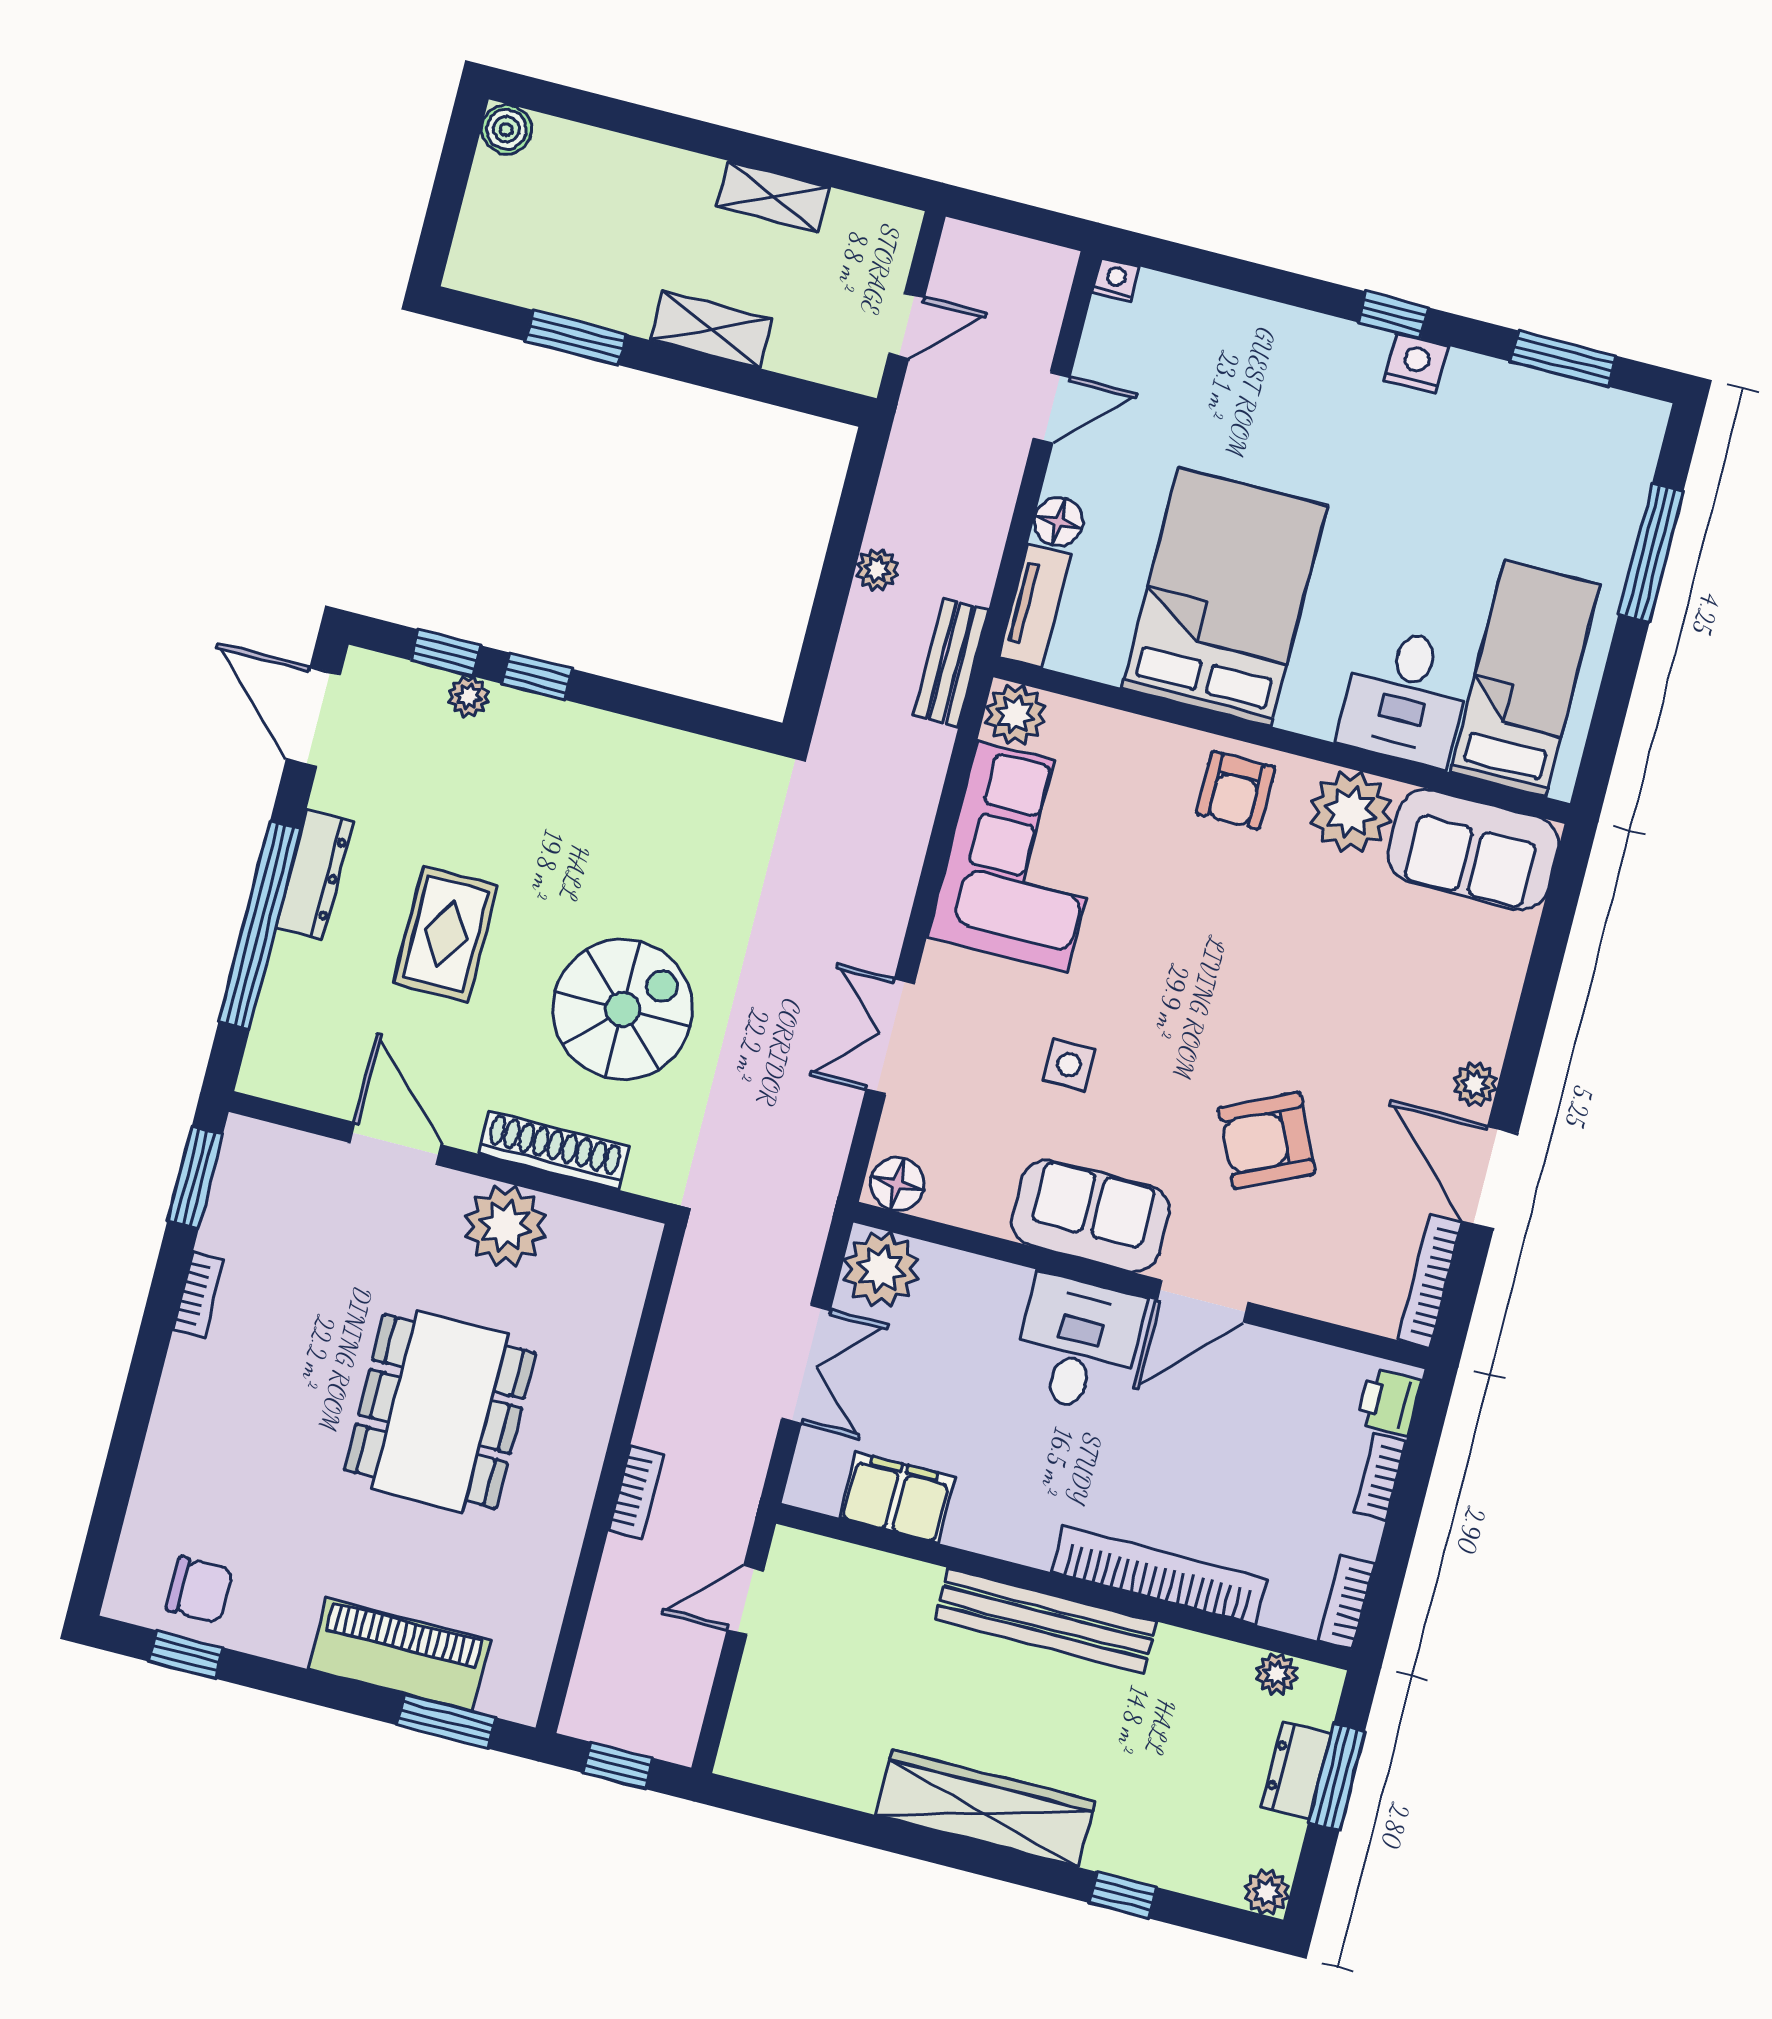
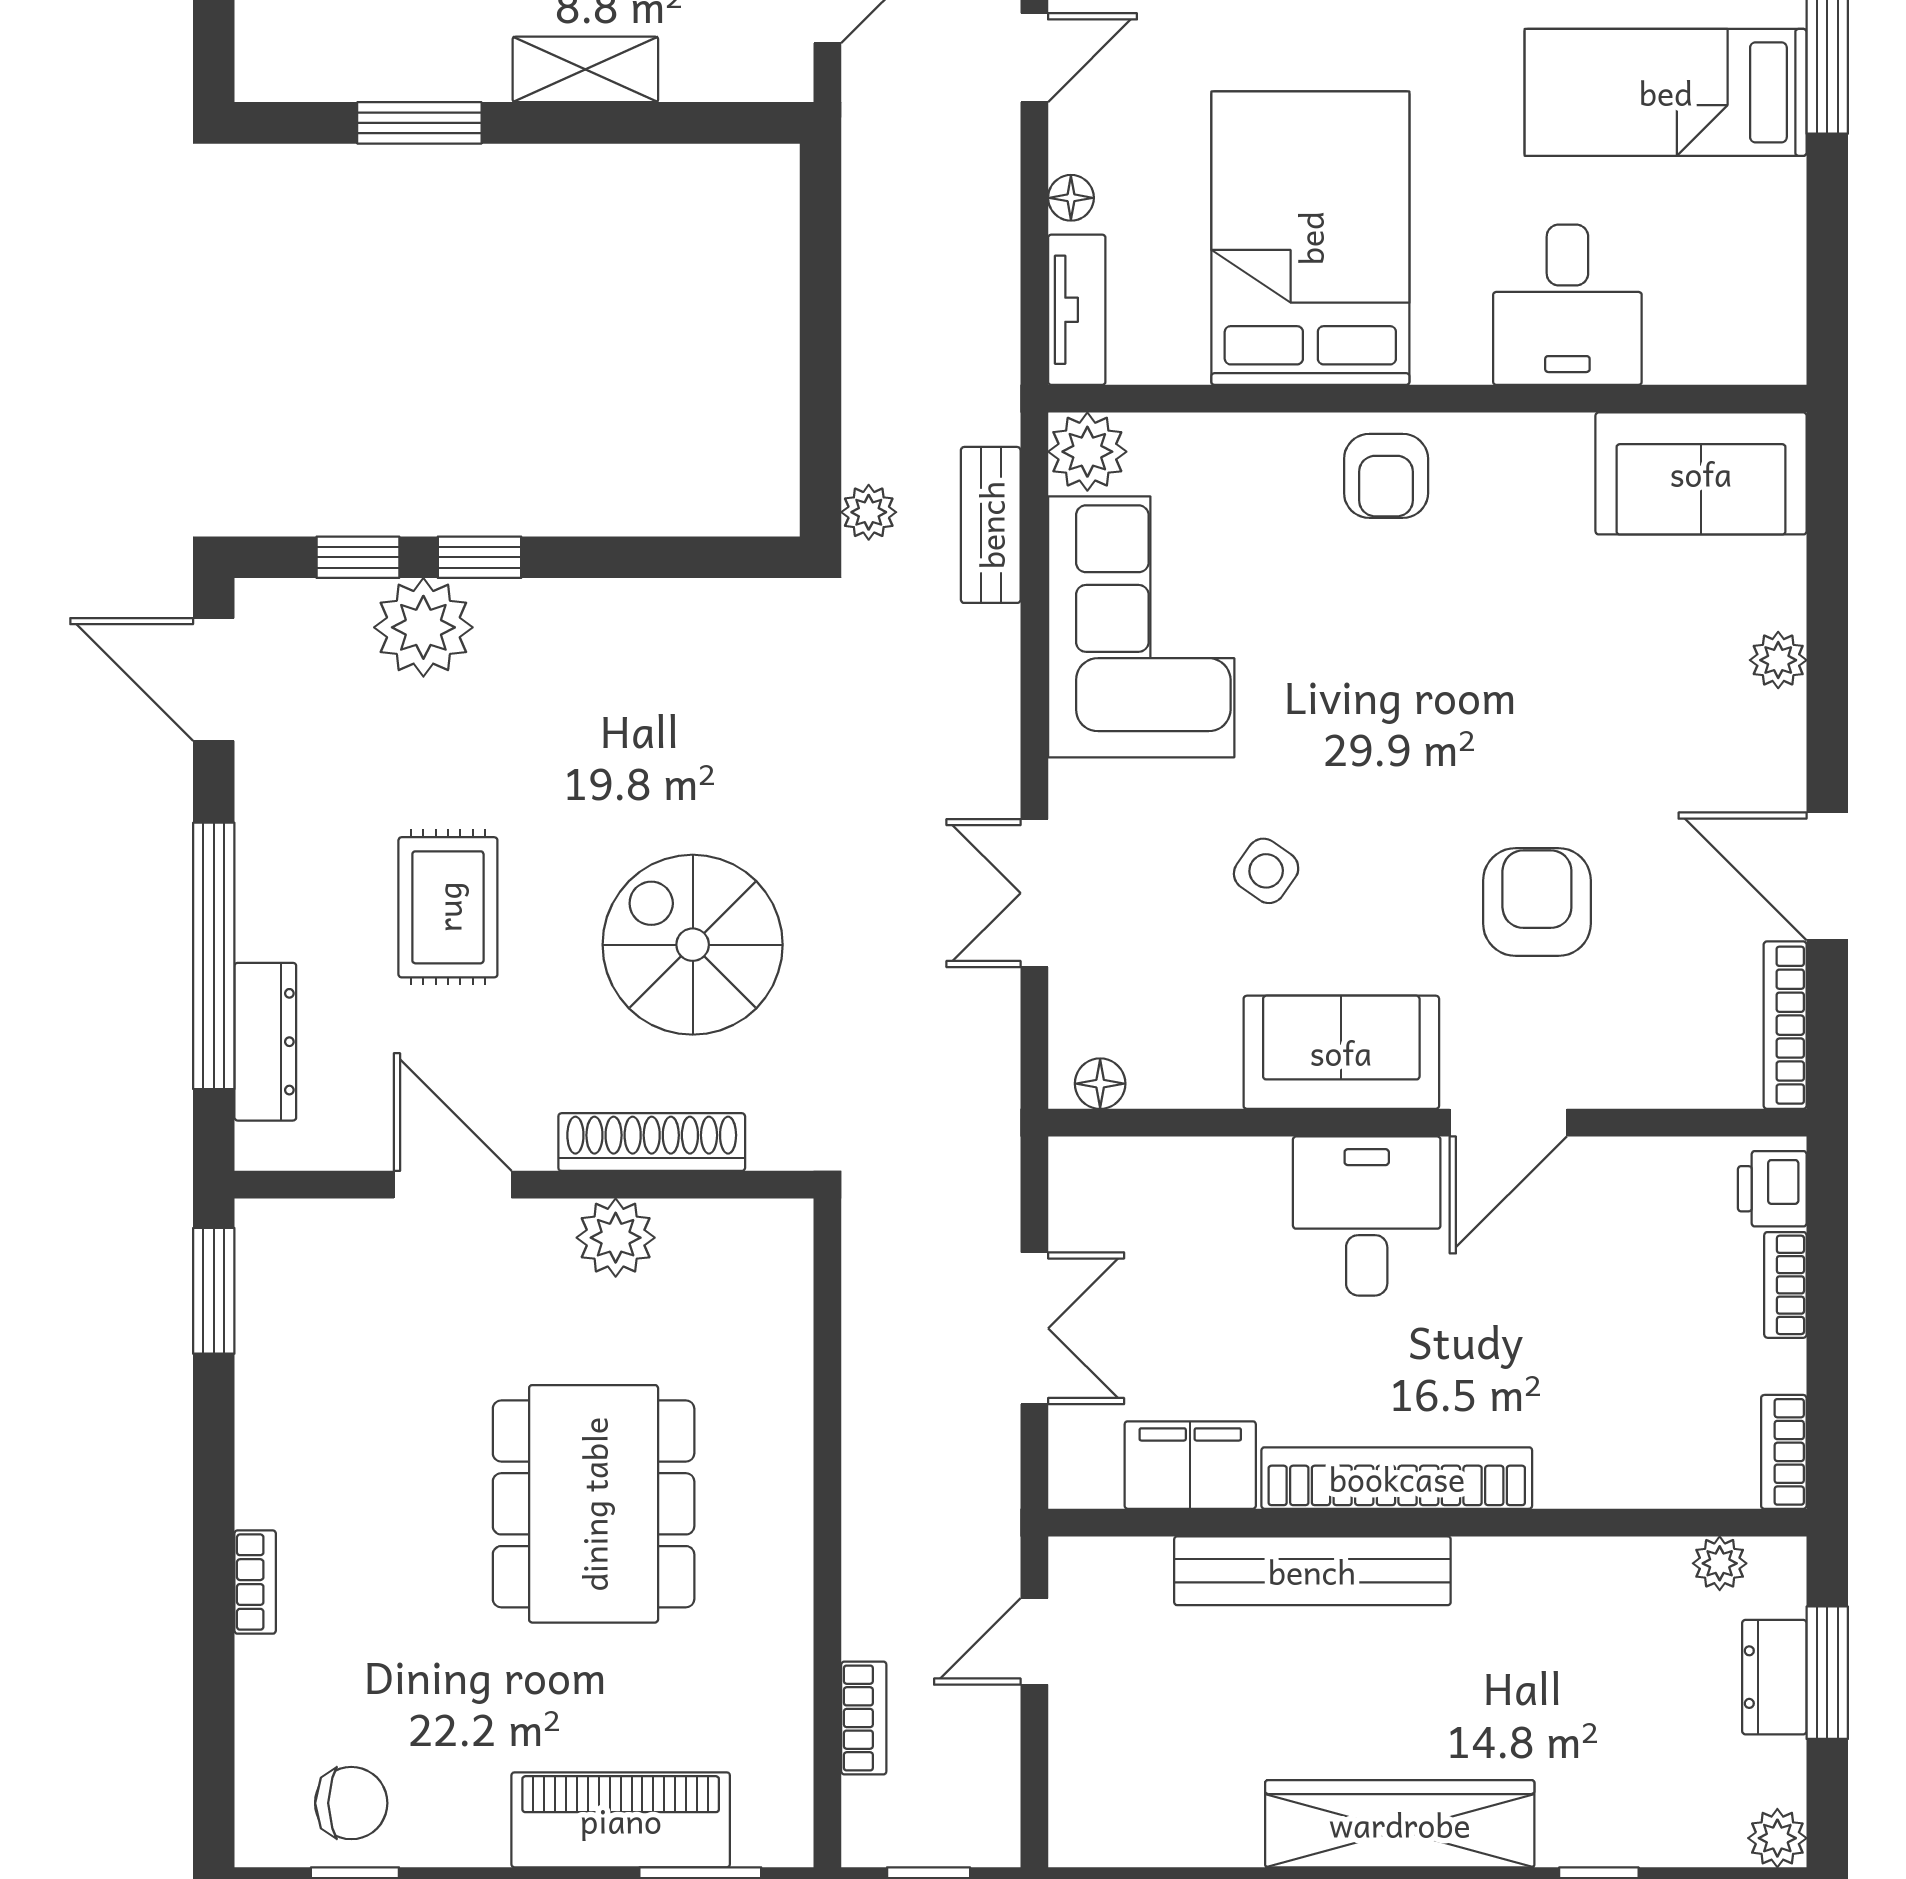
floor lamp: (1059, 522) -> (1071, 198), width x0.73, depth x0.73
plant: (877, 570) -> (869, 512), moved
bench: (951, 663) -> (991, 525), moved
bed: (1525, 678) -> (1666, 92), moved, turned -90
plant: (468, 696) -> (423, 627), width x1.88, depth x1.88
plant: (1351, 812) -> (1537, 466), removed
dresser: (314, 875) -> (265, 1042), moved
spiral stairs: (623, 1009) -> (693, 945), turned -90
side table: (1069, 1065) -> (1266, 871), turned 35
plant: (1475, 1084) -> (1778, 660), moved
armchair: (1267, 1140) -> (1537, 902), turned 115
floor lamp: (898, 1184) -> (1100, 1084), width x0.73, depth x0.73
plant: (505, 1226) -> (616, 1238), width x0.73, depth x0.73
plant: (881, 1269) -> (1097, 1186), removed
bookcase: (198, 1295) -> (255, 1582), moved
bookcase: (636, 1492) -> (864, 1718), moved
bookcase: (1159, 1575) -> (1397, 1478), moved
bench: (1046, 1621) -> (1312, 1571), moved

